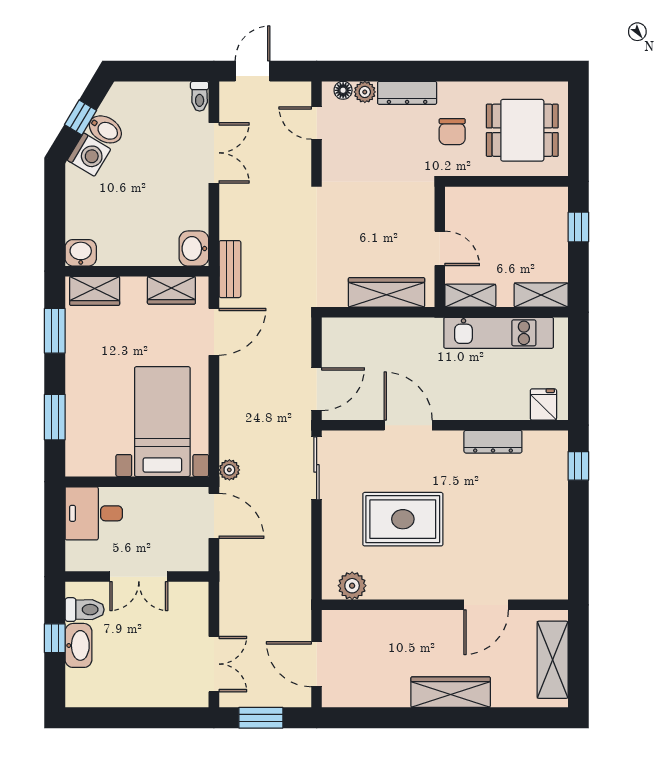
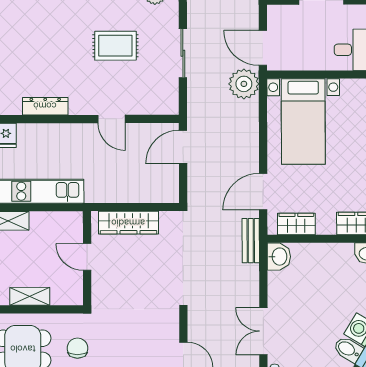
shelving: (470, 296) -> (30, 296), moved
door: (408, 425) -> (111, 119), width x0.73
sliding door: (317, 468) -> (183, 53), moved
plant: (229, 470) -> (244, 84), width x1.88, depth x1.88
rug: (403, 519) -> (115, 46), width x0.73, depth x0.70

